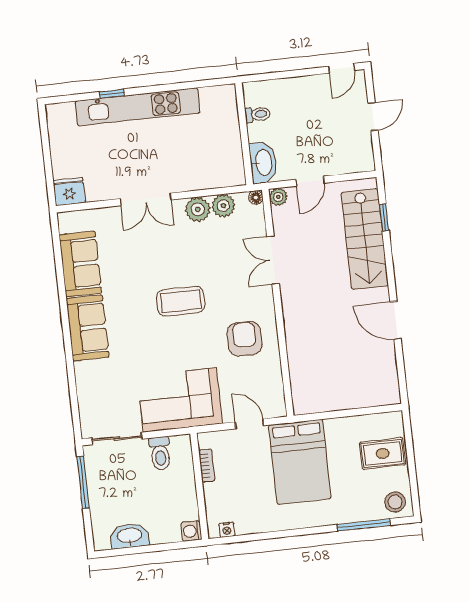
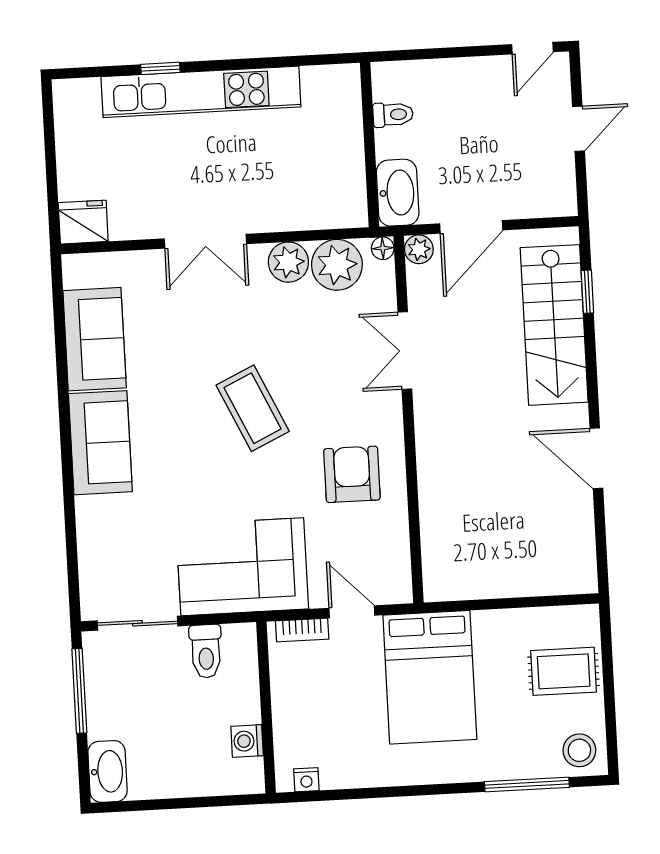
door: (310, 181) -> (471, 227), width x1.38
plant: (223, 206) -> (337, 265), width x1.36, depth x1.36
coffee table: (181, 301) -> (253, 408), turned 65
bookcase: (207, 466) -> (302, 630), moved, turned 90
washing machine: (191, 531) -> (247, 741), moved
washbasin: (130, 536) -> (108, 771), moved, turned 90

